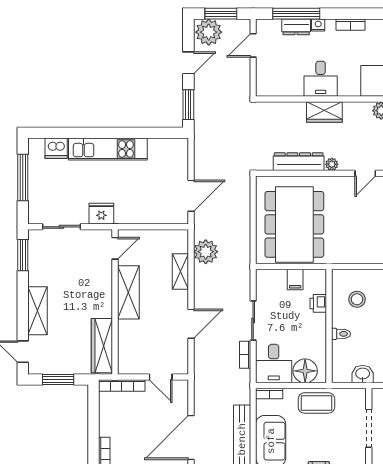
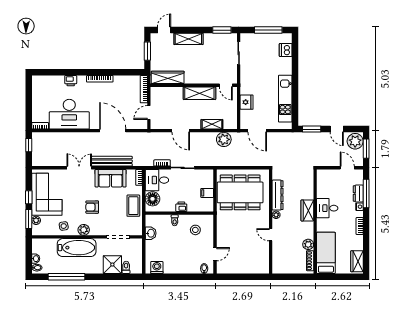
kitchen unit: (108, 149) -> (285, 99), moved
fridge: (101, 214) -> (247, 102), moved
printer: (318, 303) -> (181, 207), moved

